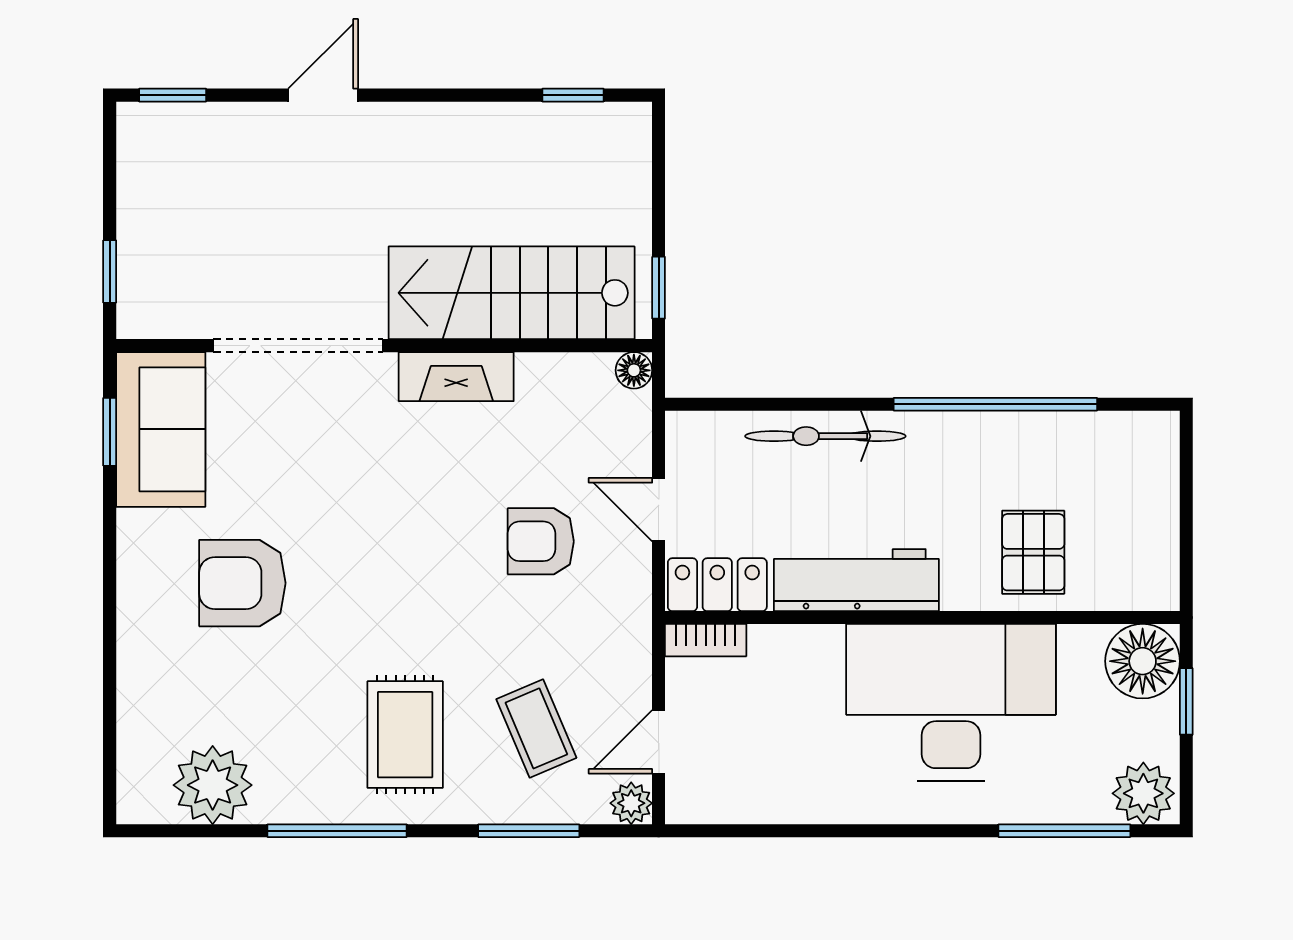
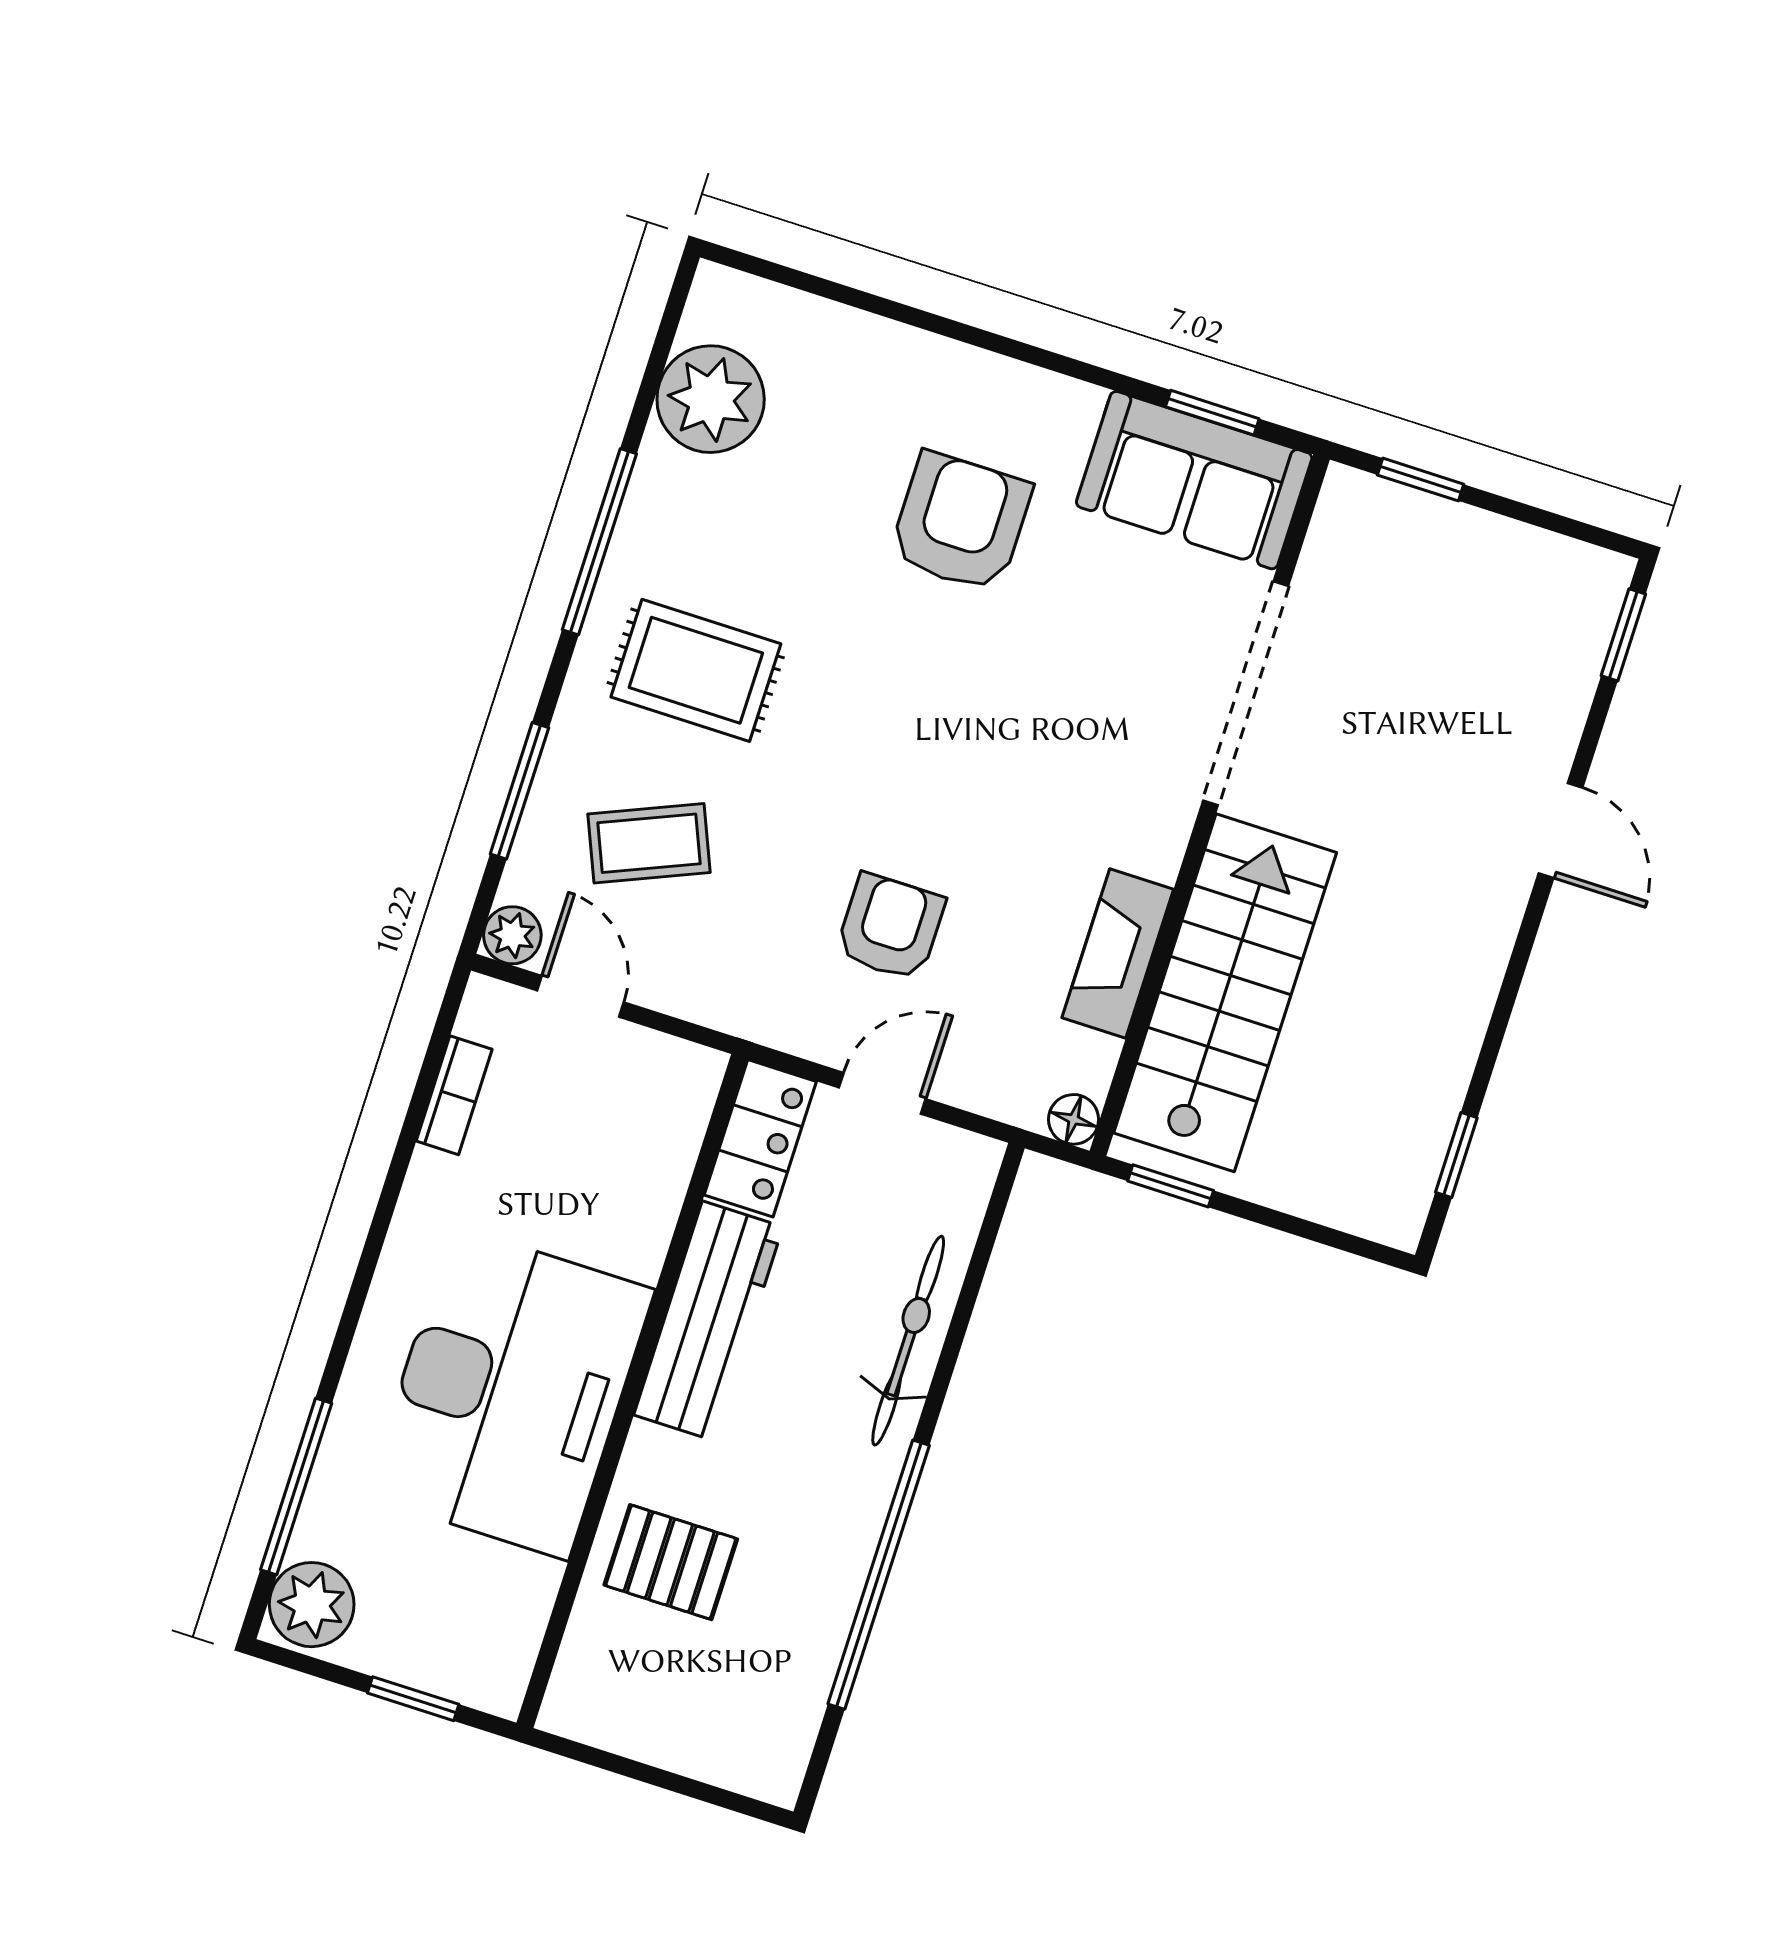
fireplace: (456, 377) -> (1118, 953), moved
bookcase: (706, 640) -> (454, 1095), moved, turned 180
floor lamp: (1143, 661) -> (484, 1659), removed

